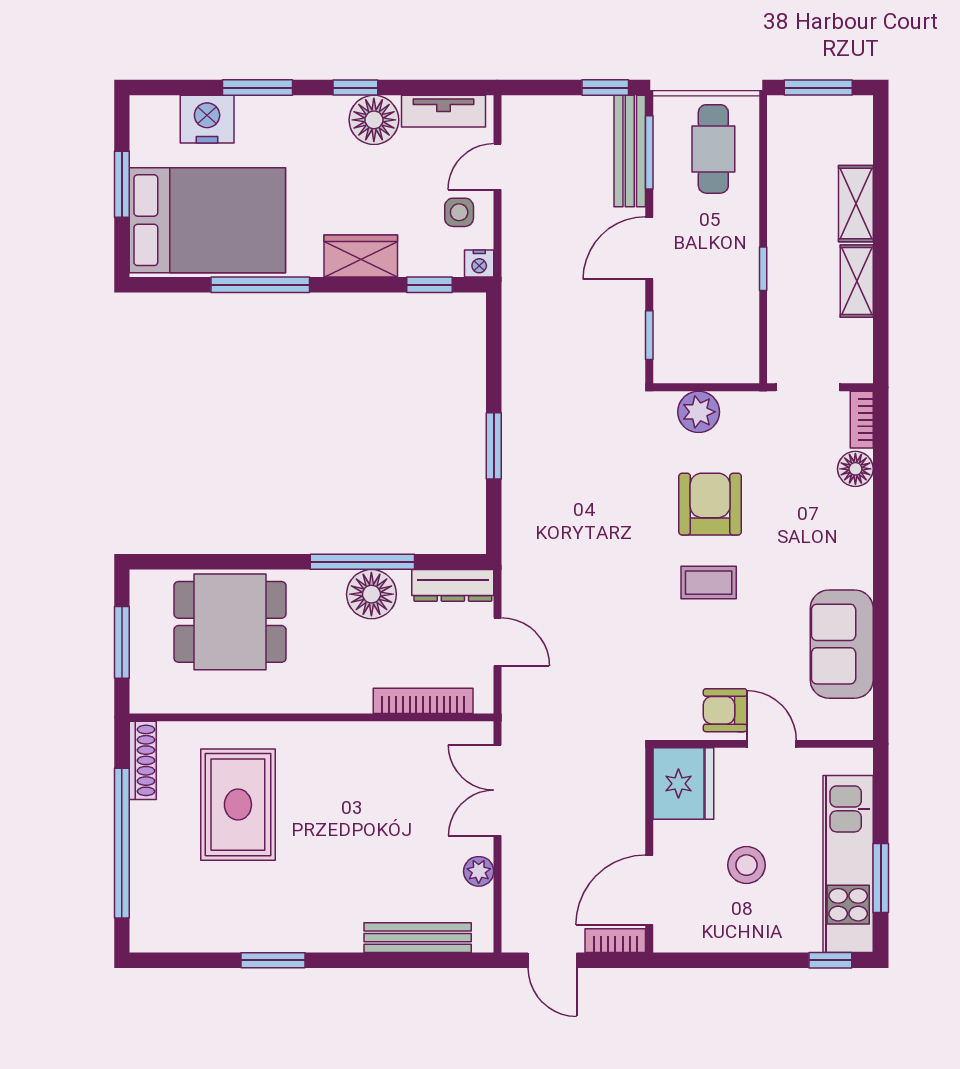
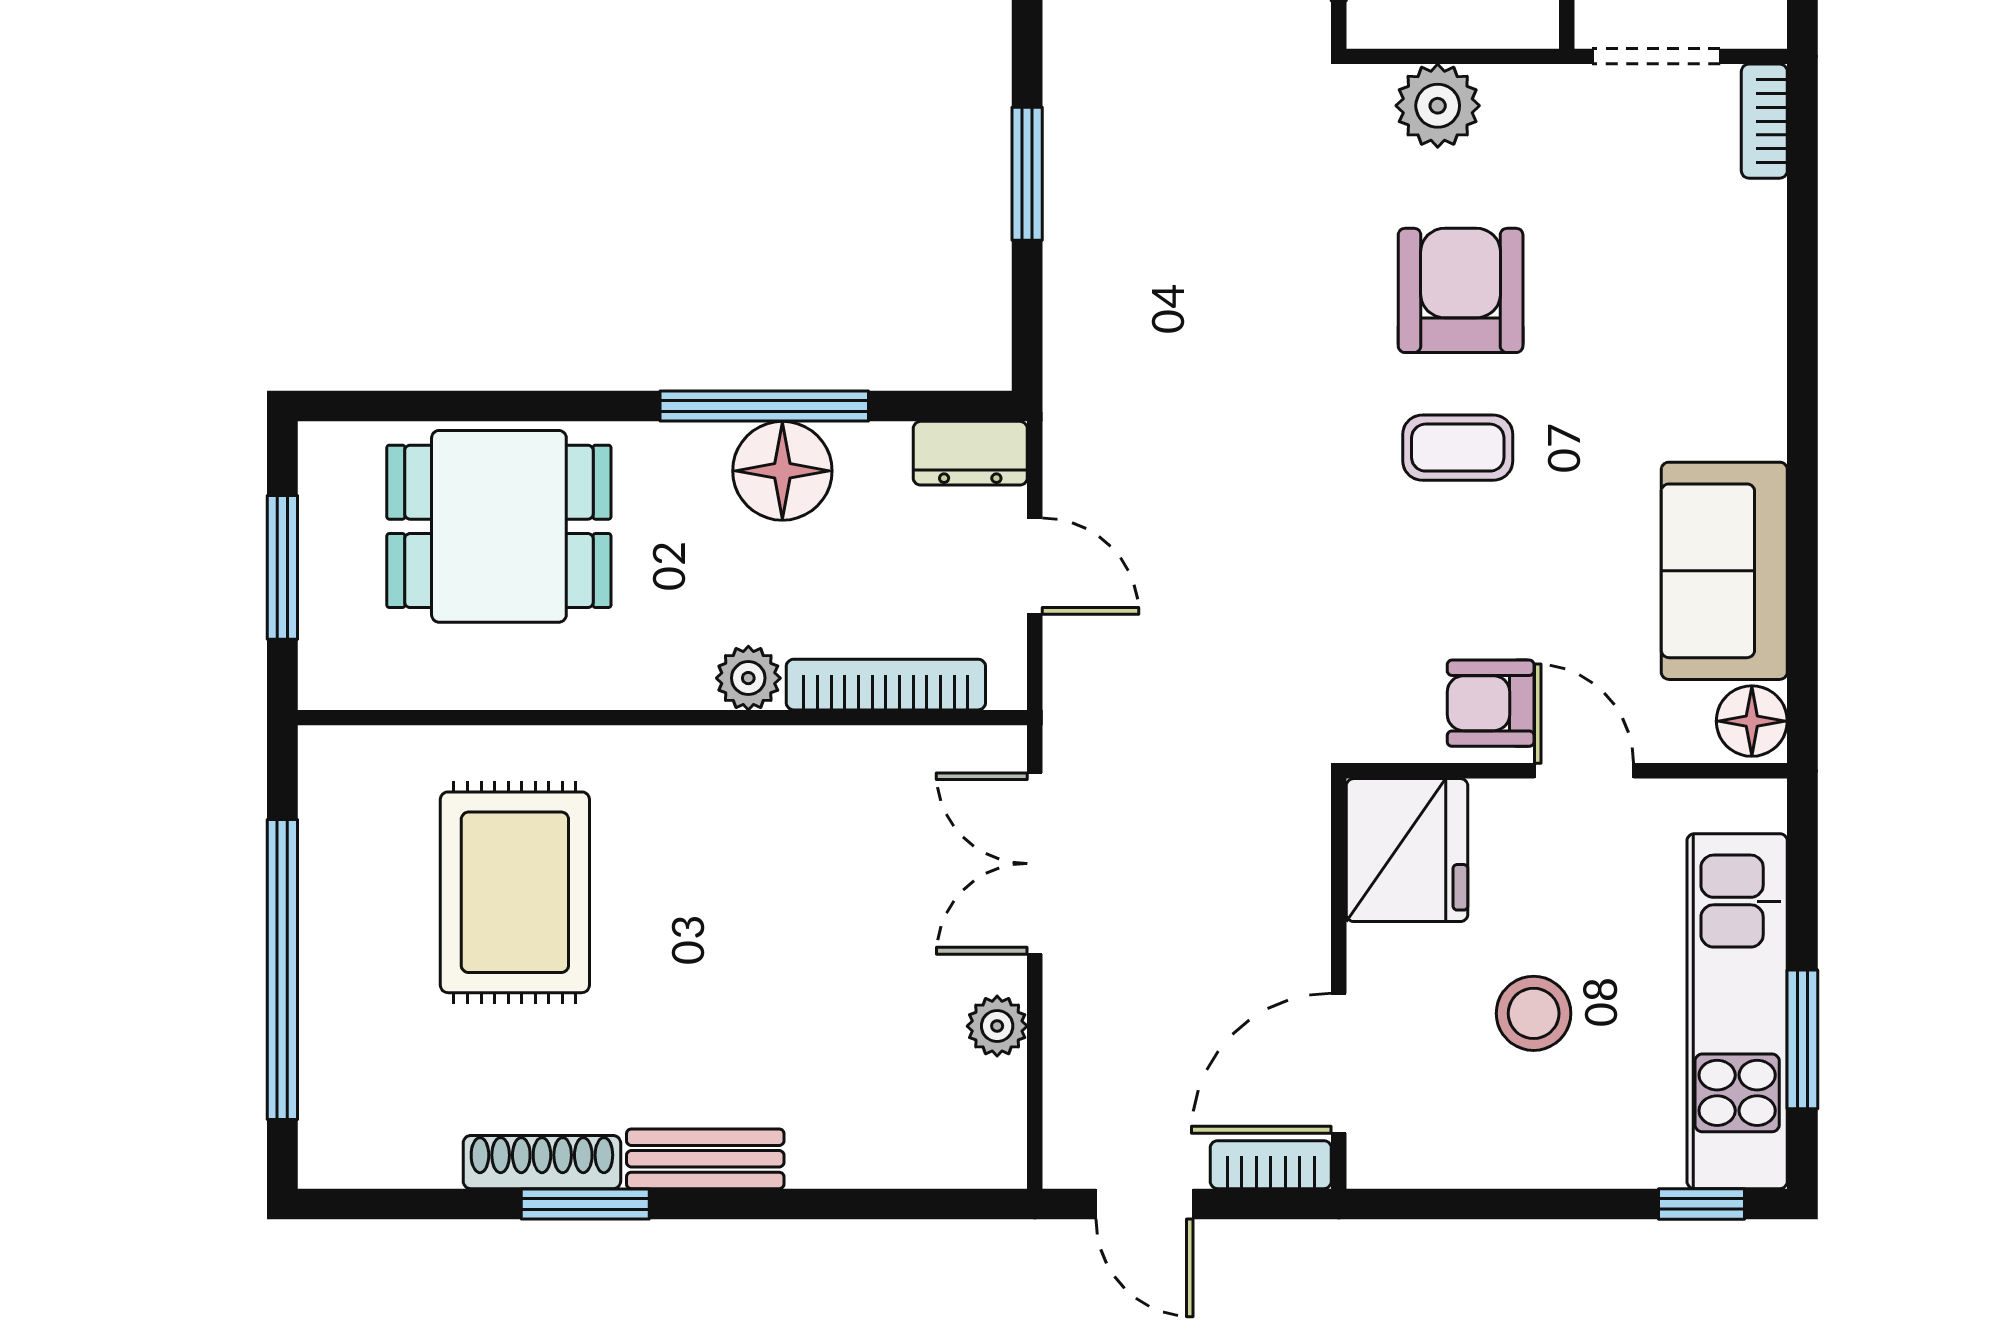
floor lamp: (855, 469) -> (1752, 721), moved
dresser: (453, 585) -> (970, 453), width x0.70
plant: (354, 698) -> (748, 678), added
shoe rack: (143, 760) -> (542, 1162), moved, turned -90
bench: (418, 938) -> (705, 1159), moved, width x0.73

